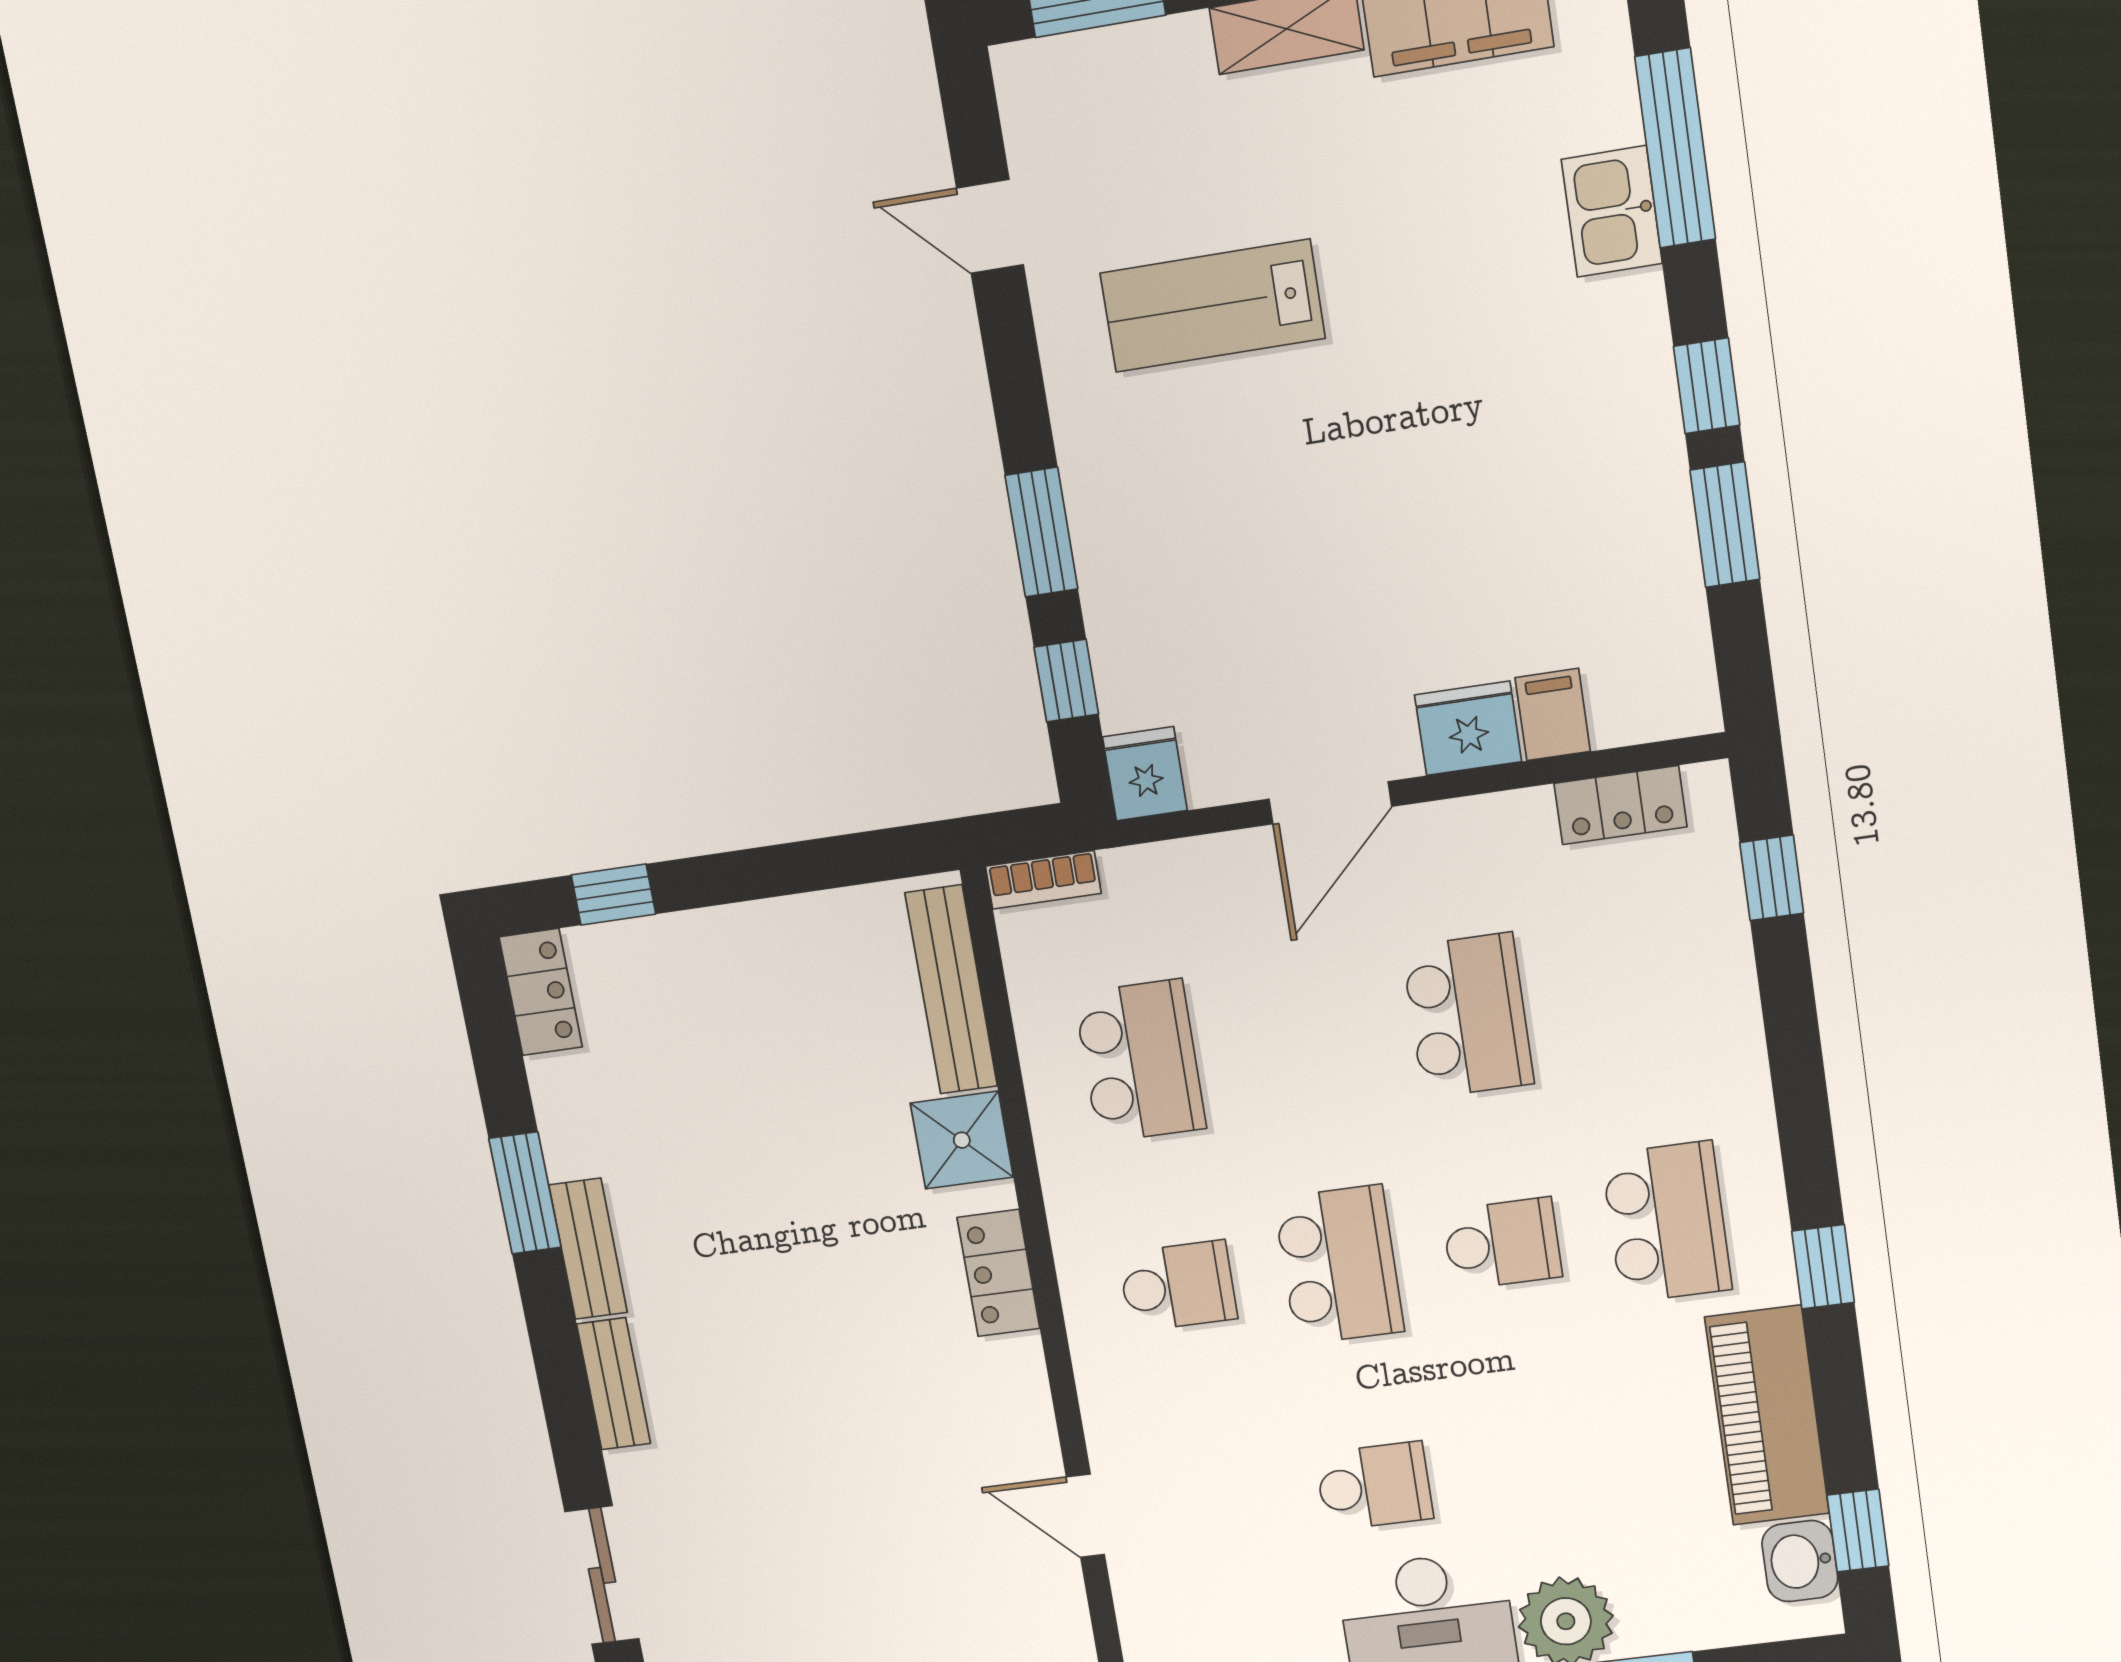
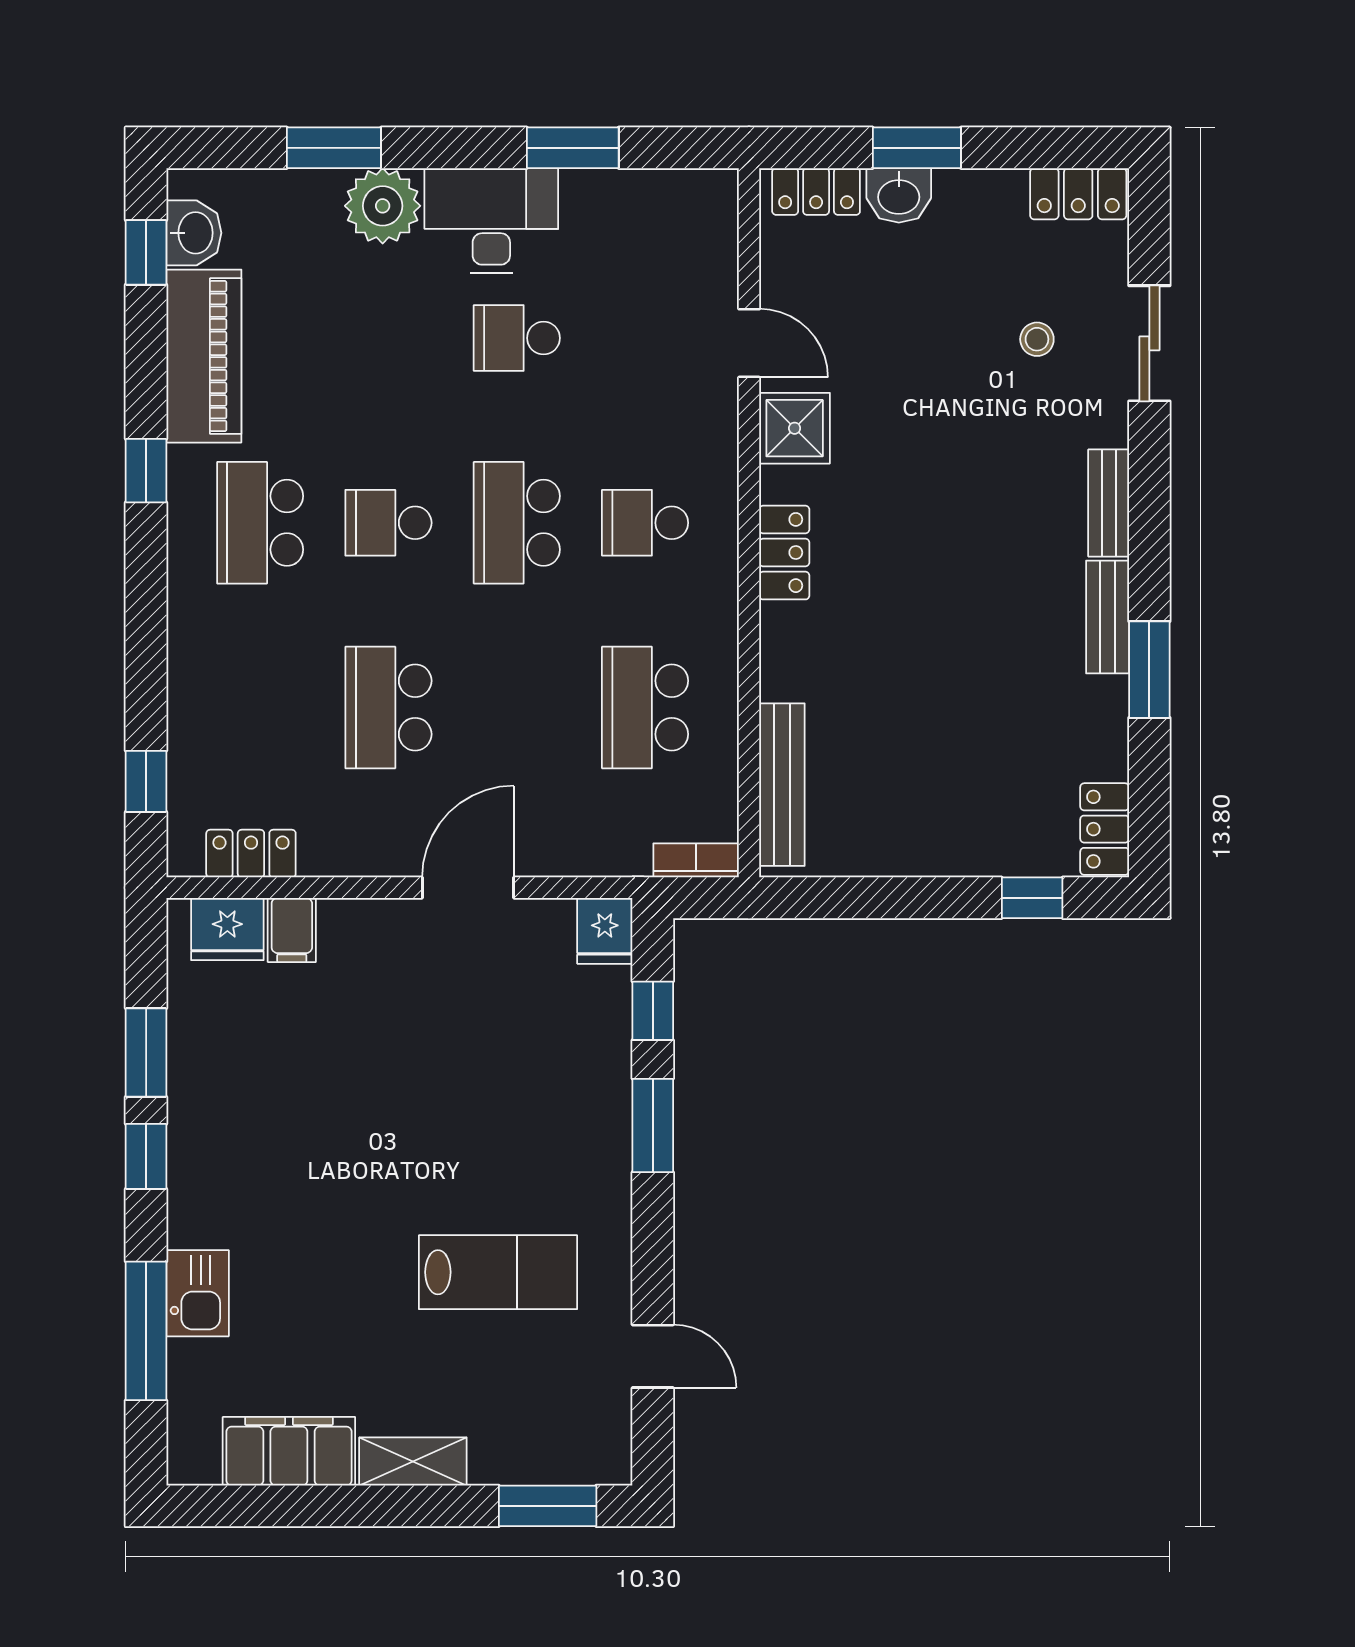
fridge: (1468, 728) -> (227, 929), moved
shower: (962, 1140) -> (795, 428), moved
stool: (737, 1563) -> (1037, 339), added

